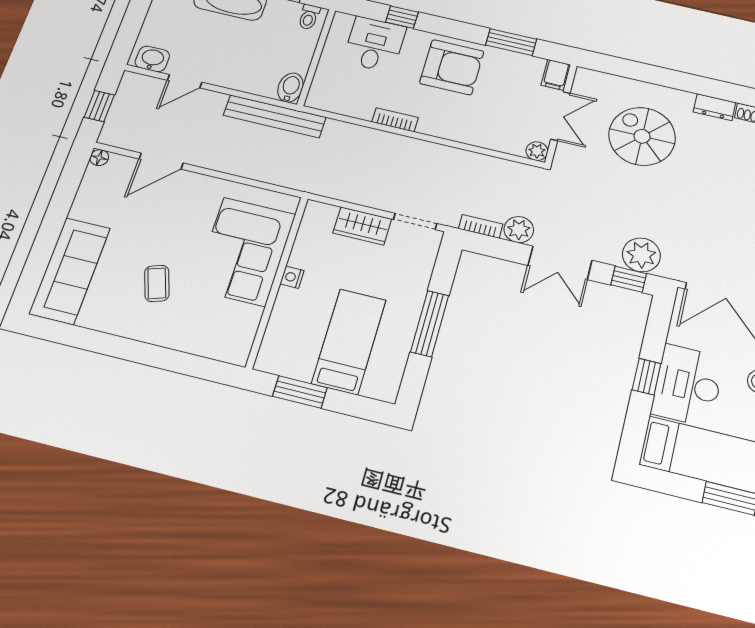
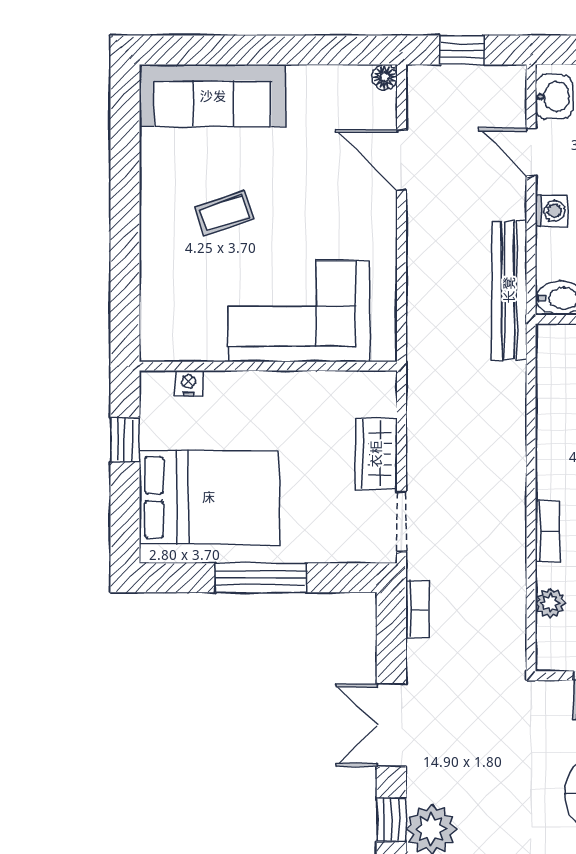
washing machine: (229, 79) -> (551, 211), added
bookcase: (395, 120) -> (548, 531), moved
plant: (537, 151) -> (550, 603), moved
plant: (519, 230) -> (426, 660), removed
nightstand: (292, 277) -> (189, 383), moved
bed: (349, 341) -> (209, 497), width x1.50
window: (300, 392) -> (125, 440), width x0.67

